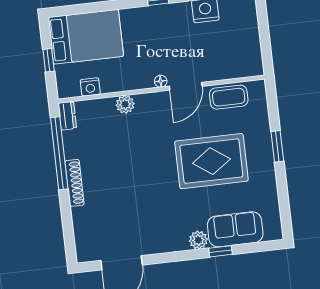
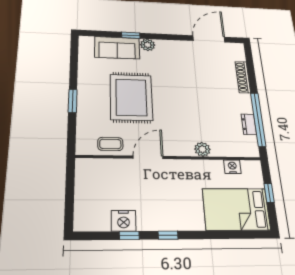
floor lamp: (161, 81) -> (170, 164), removed
coffee table: (229, 97) -> (110, 144), width x0.73, depth x0.77
dresser: (67, 116) -> (249, 124), moved
rug: (211, 161) -> (131, 97), turned 90
shoe rack: (74, 183) -> (243, 77), moved

